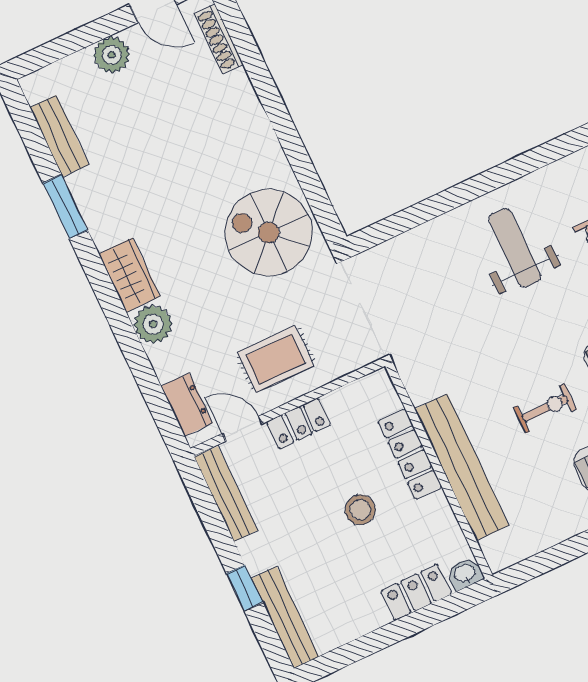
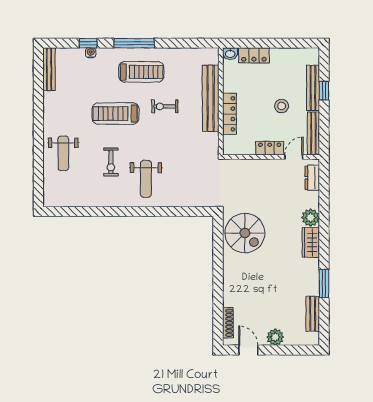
rug: (275, 359) -> (267, 179), removed
door: (242, 429) -> (294, 157), swing flipped
stool: (360, 510) -> (282, 106), moved
bench: (285, 618) -> (313, 88), moved

